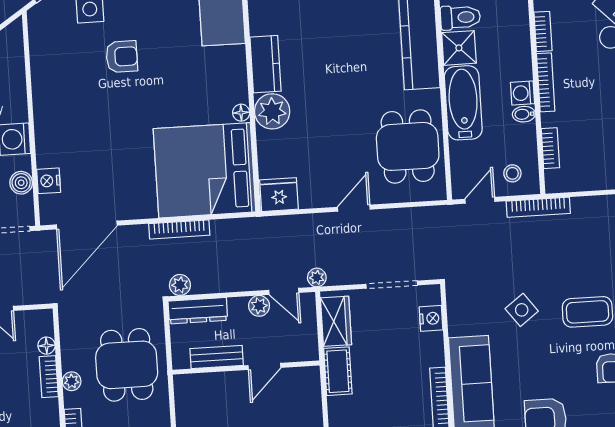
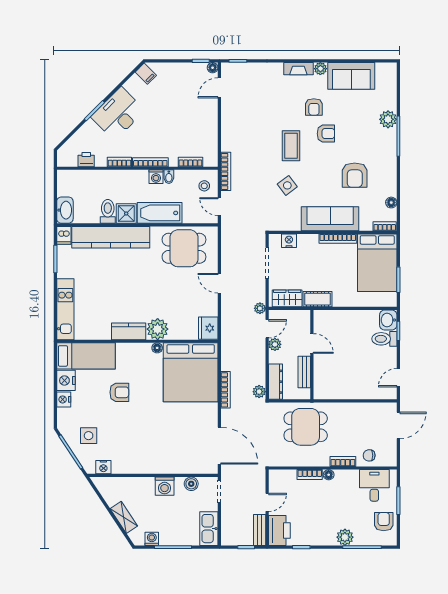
armchair: (122, 57) -> (119, 392), moved, turned 90
nightstand: (49, 181) -> (103, 467), moved
floor lamp: (46, 346) -> (329, 475), moved
plant: (72, 381) -> (313, 461), removed

